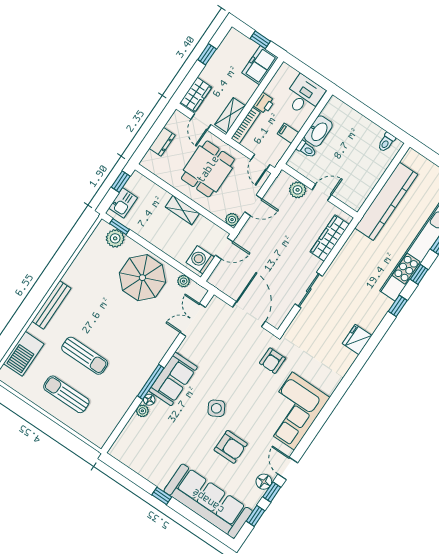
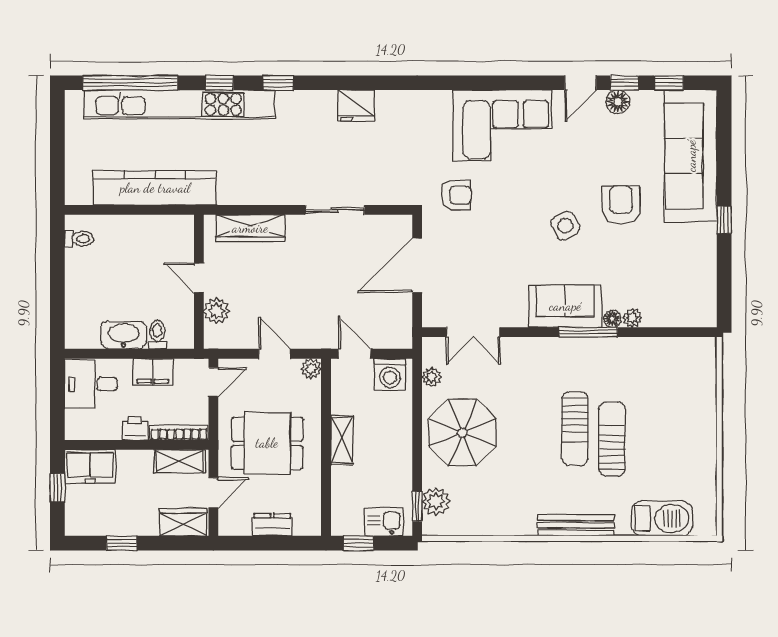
filing cabinet: (288, 133) -> (153, 372), width x2.00
sun lounger: (66, 394) -> (575, 429), moved
armchair: (231, 447) -> (621, 205), moved

